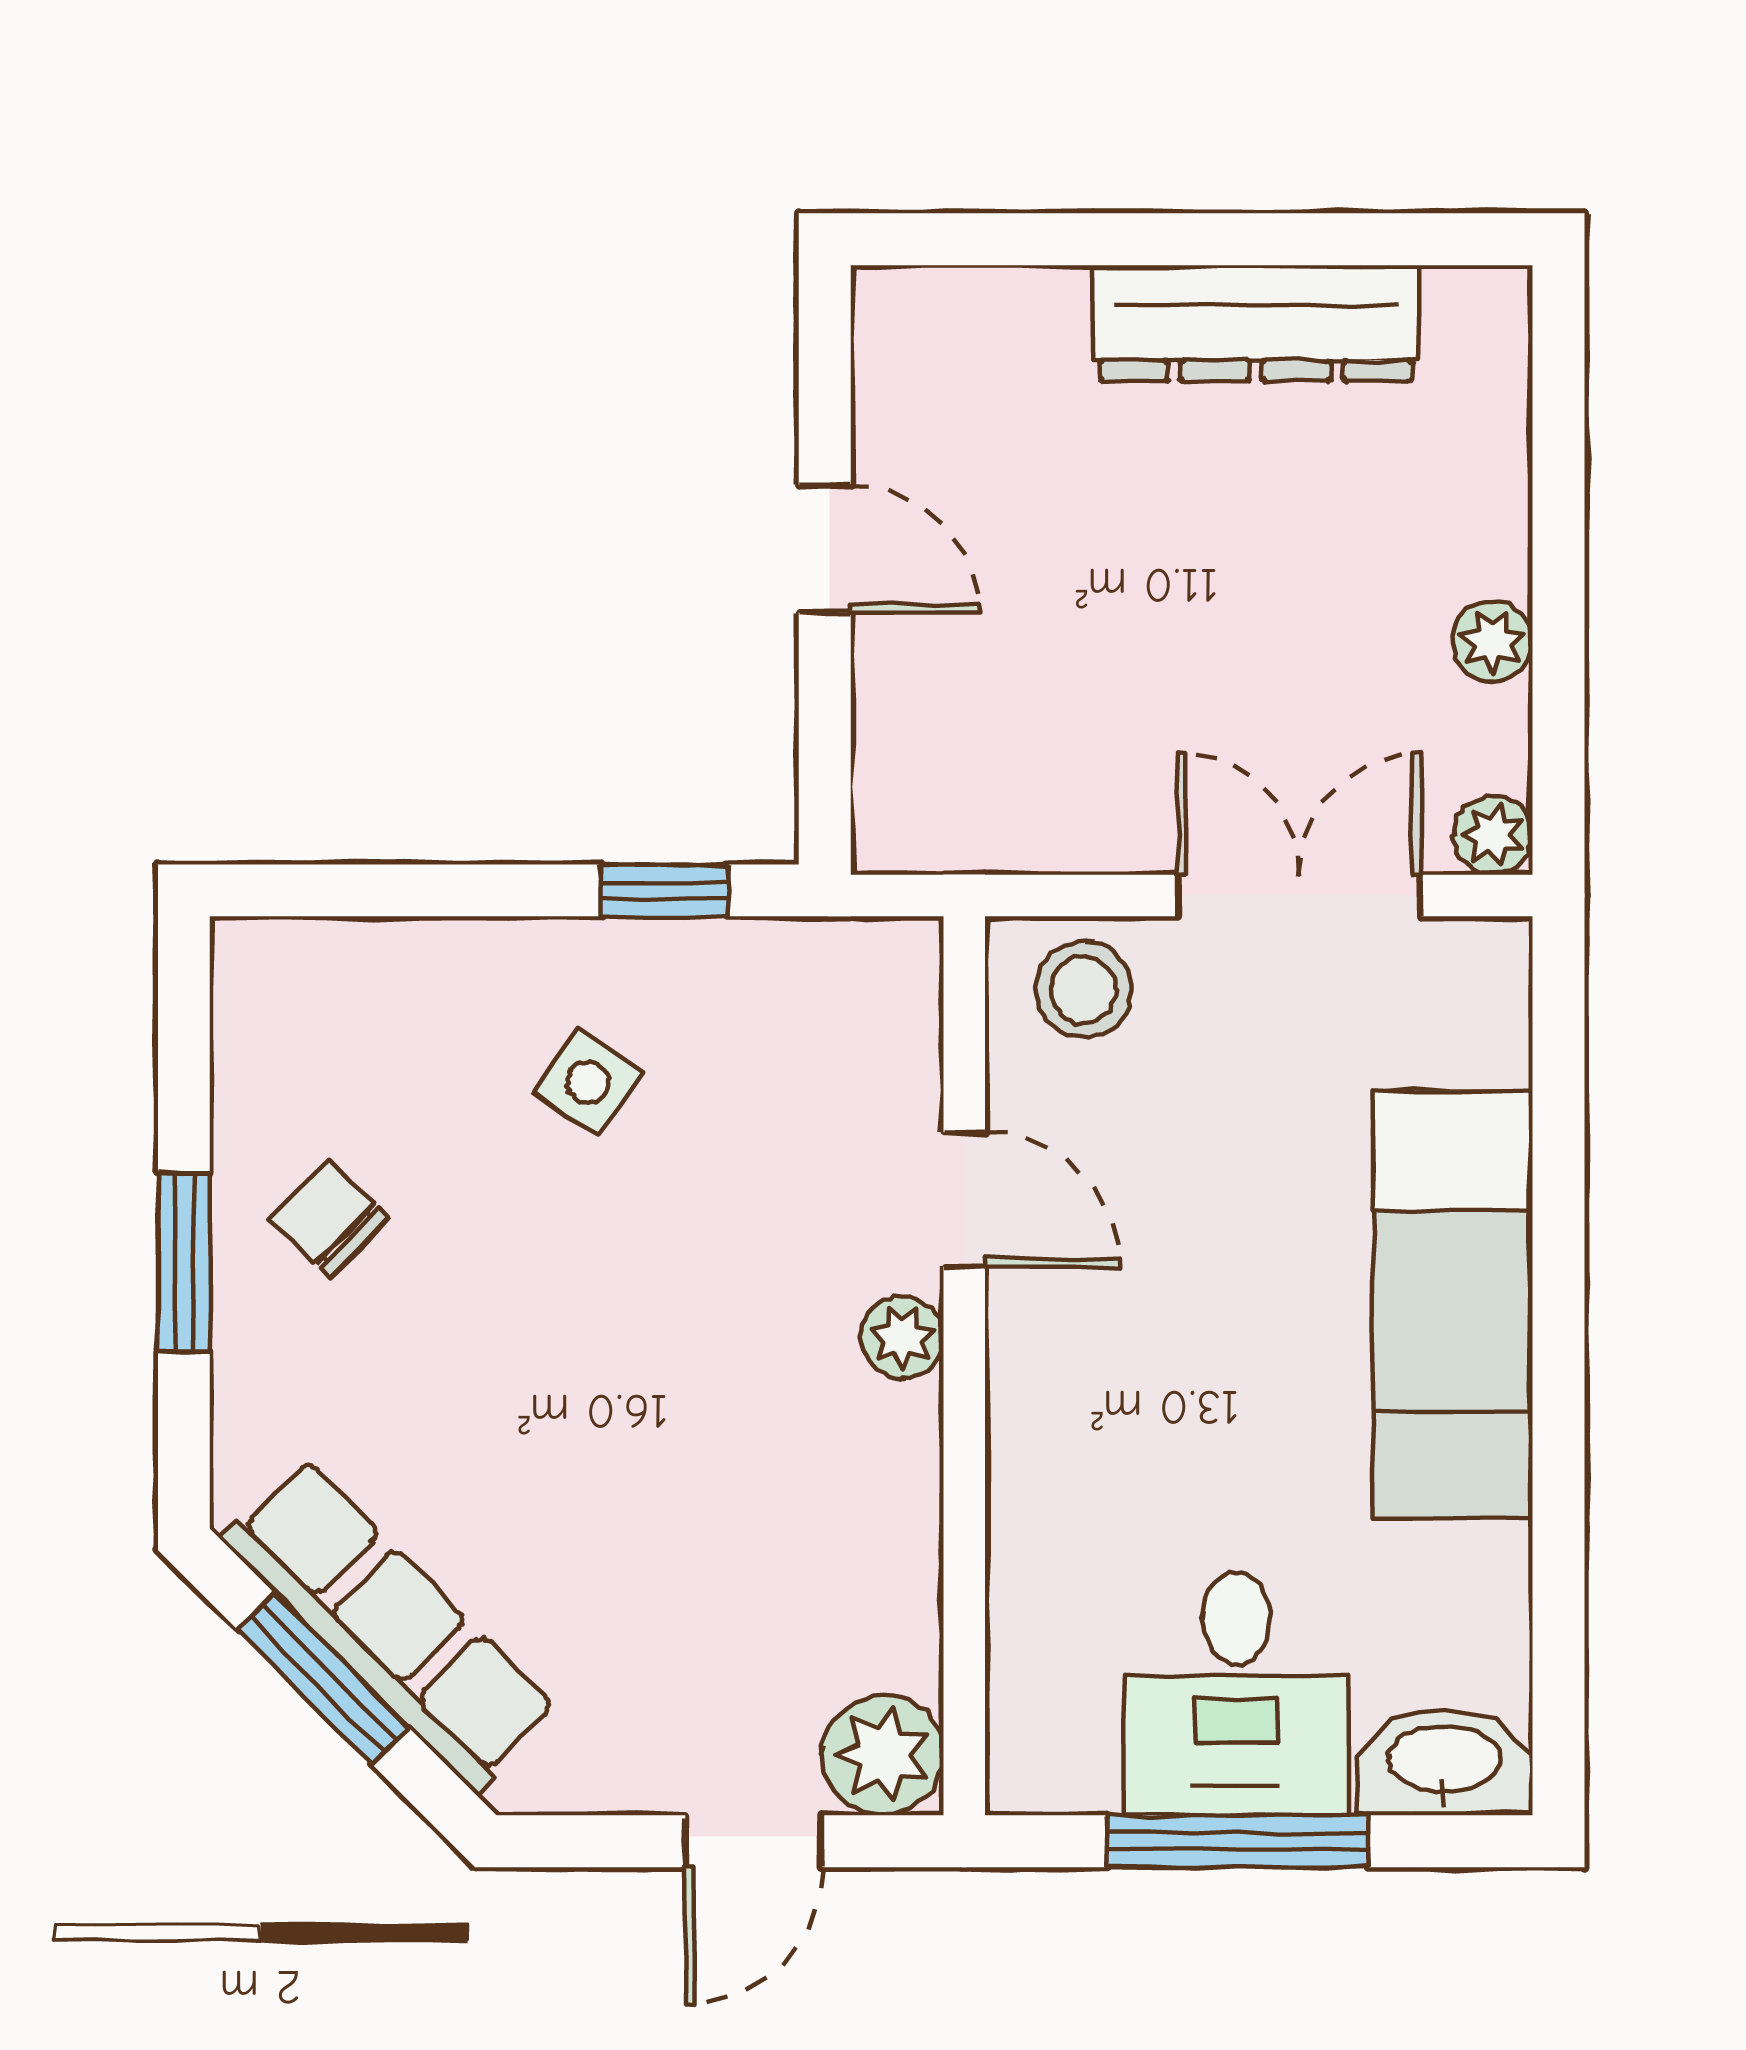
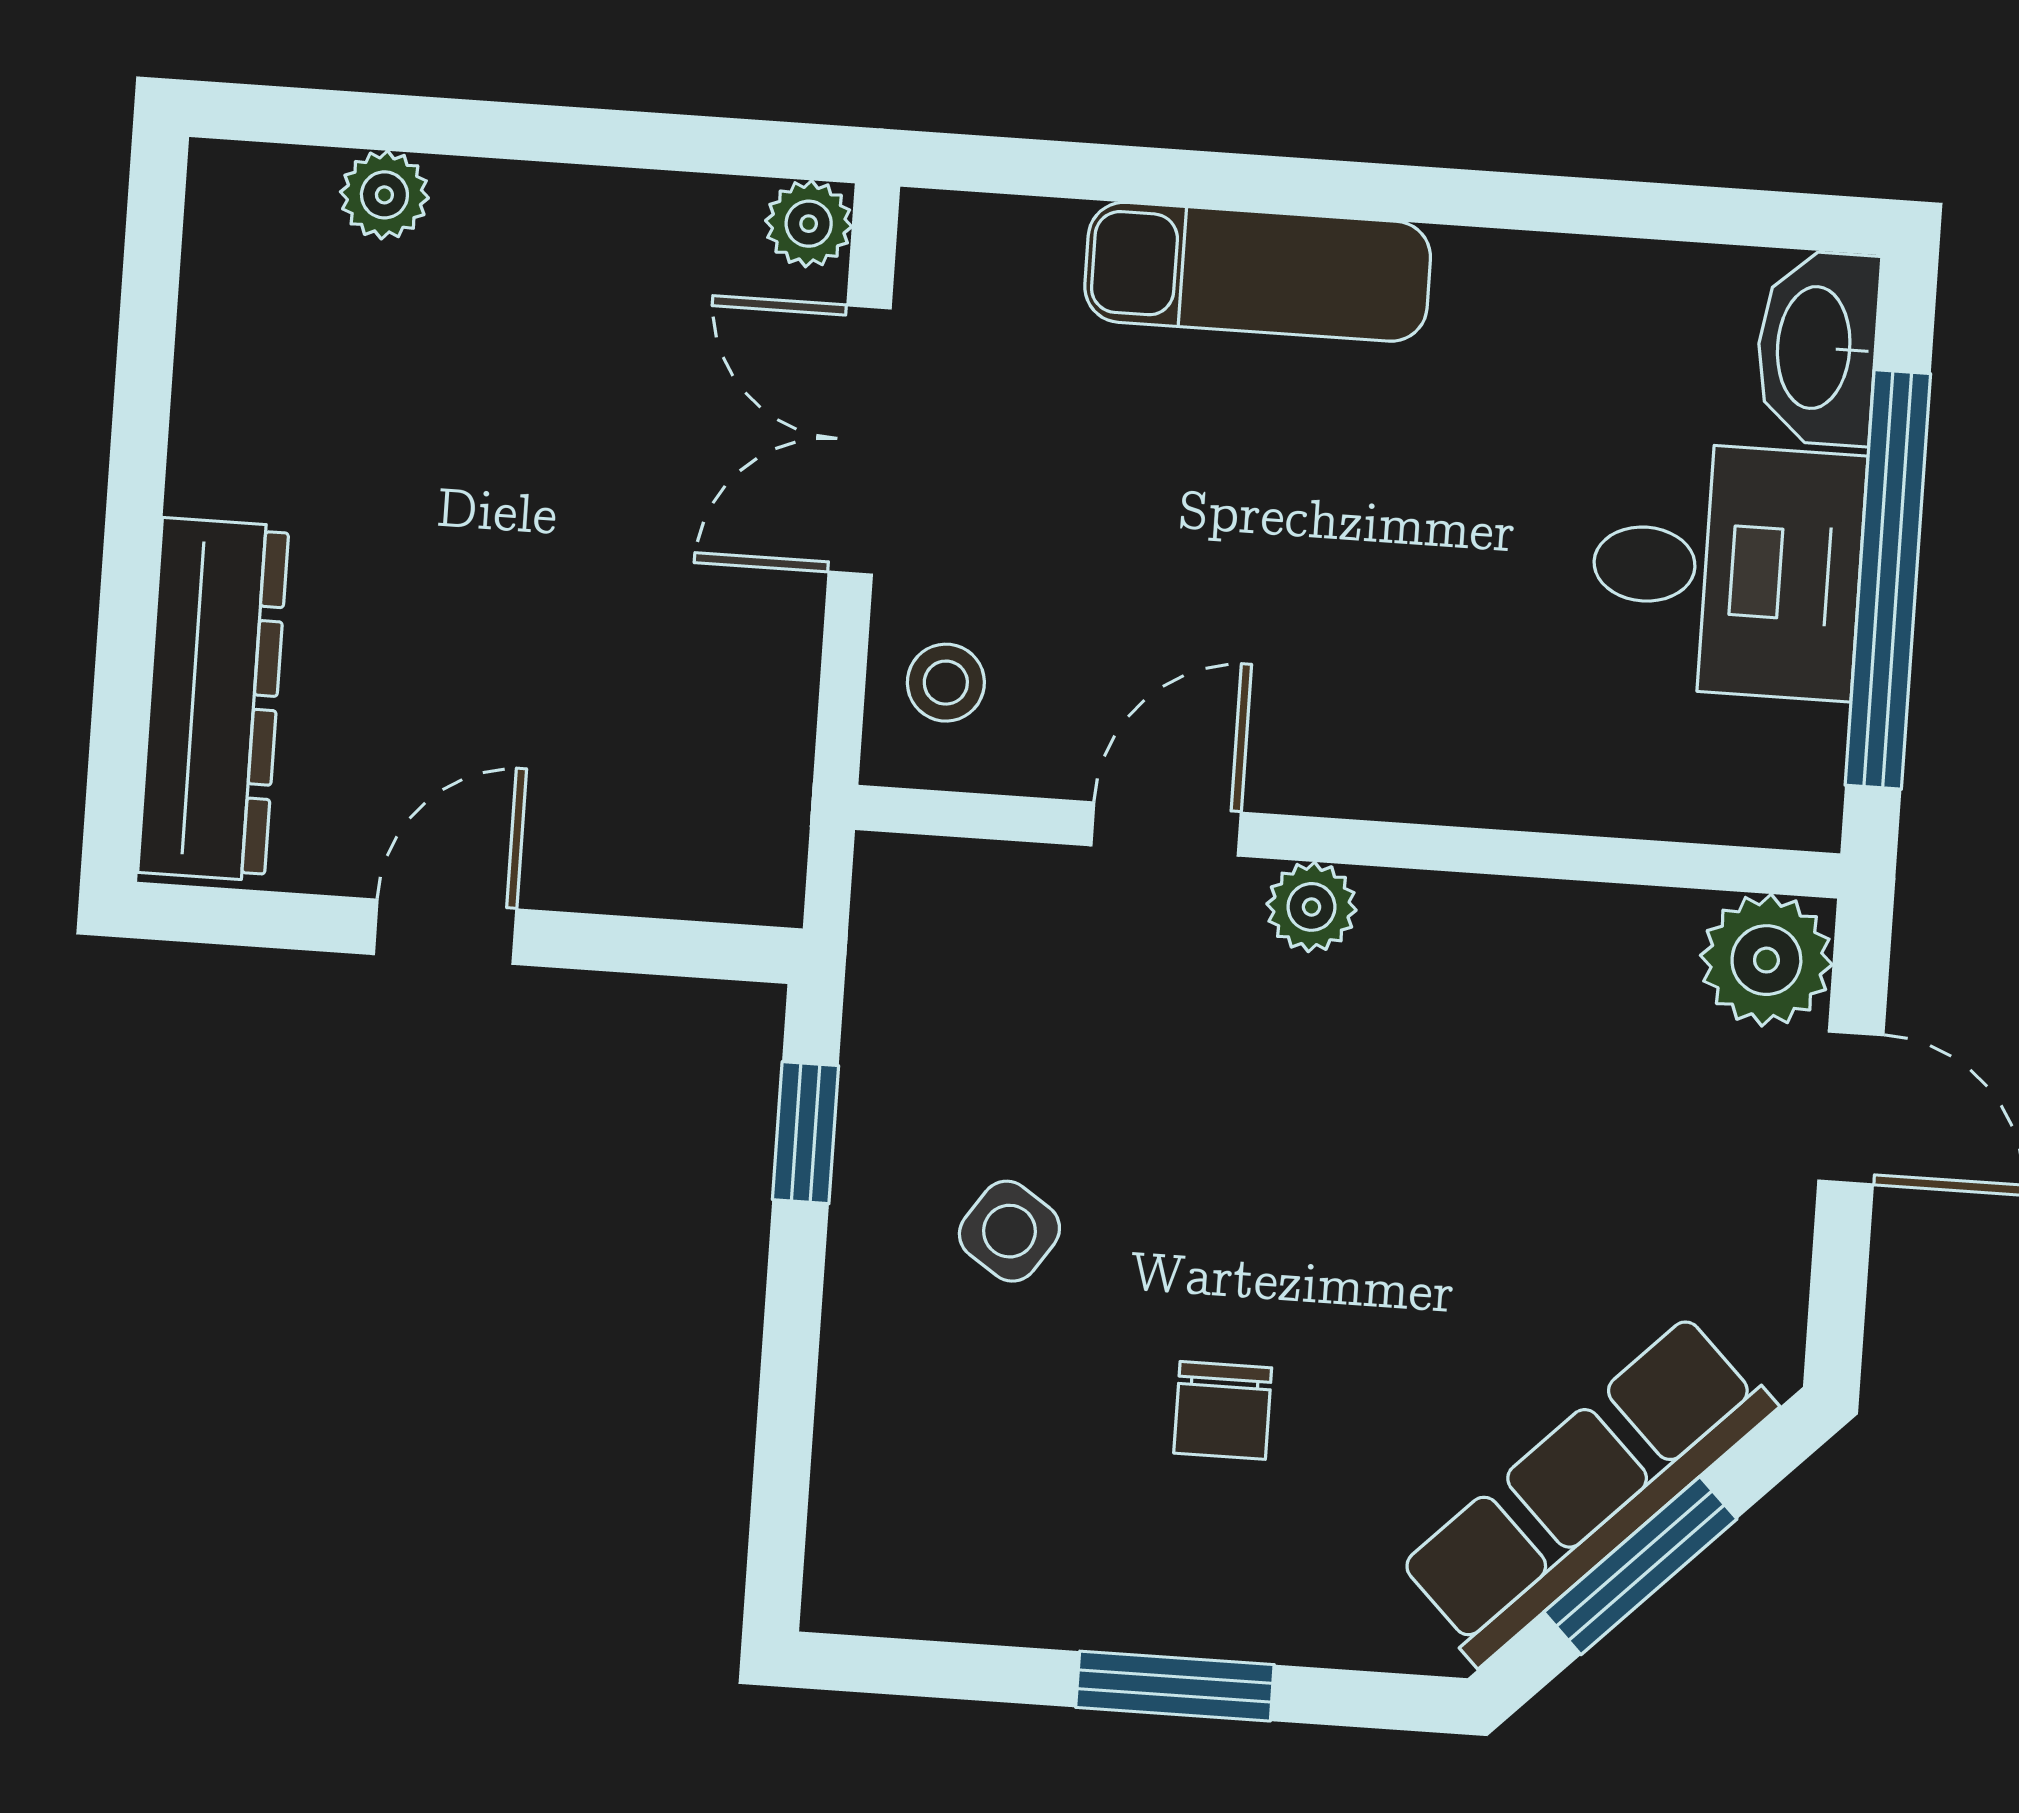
dresser: (1256, 323) -> (213, 699), moved
plant: (1492, 642) -> (384, 195), moved
stool: (1084, 990) -> (946, 683), width x0.73, depth x0.73
chair: (329, 1219) -> (1223, 1410), moved, turned -44
exam couch: (1453, 1304) -> (1258, 272), width x0.73, depth x0.69
window: (1238, 1841) -> (1888, 579), width x1.46

